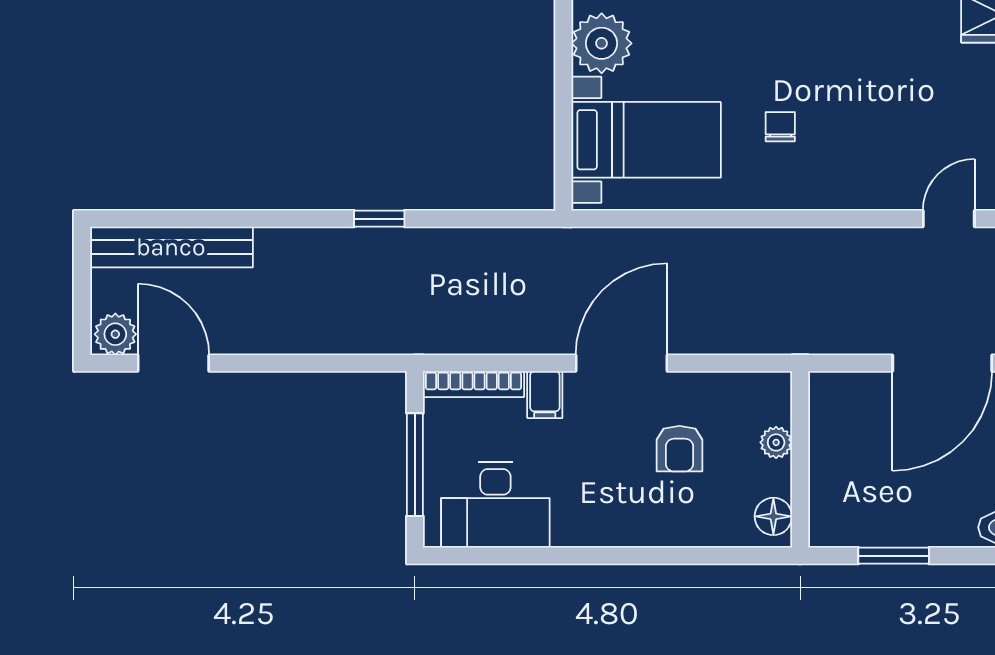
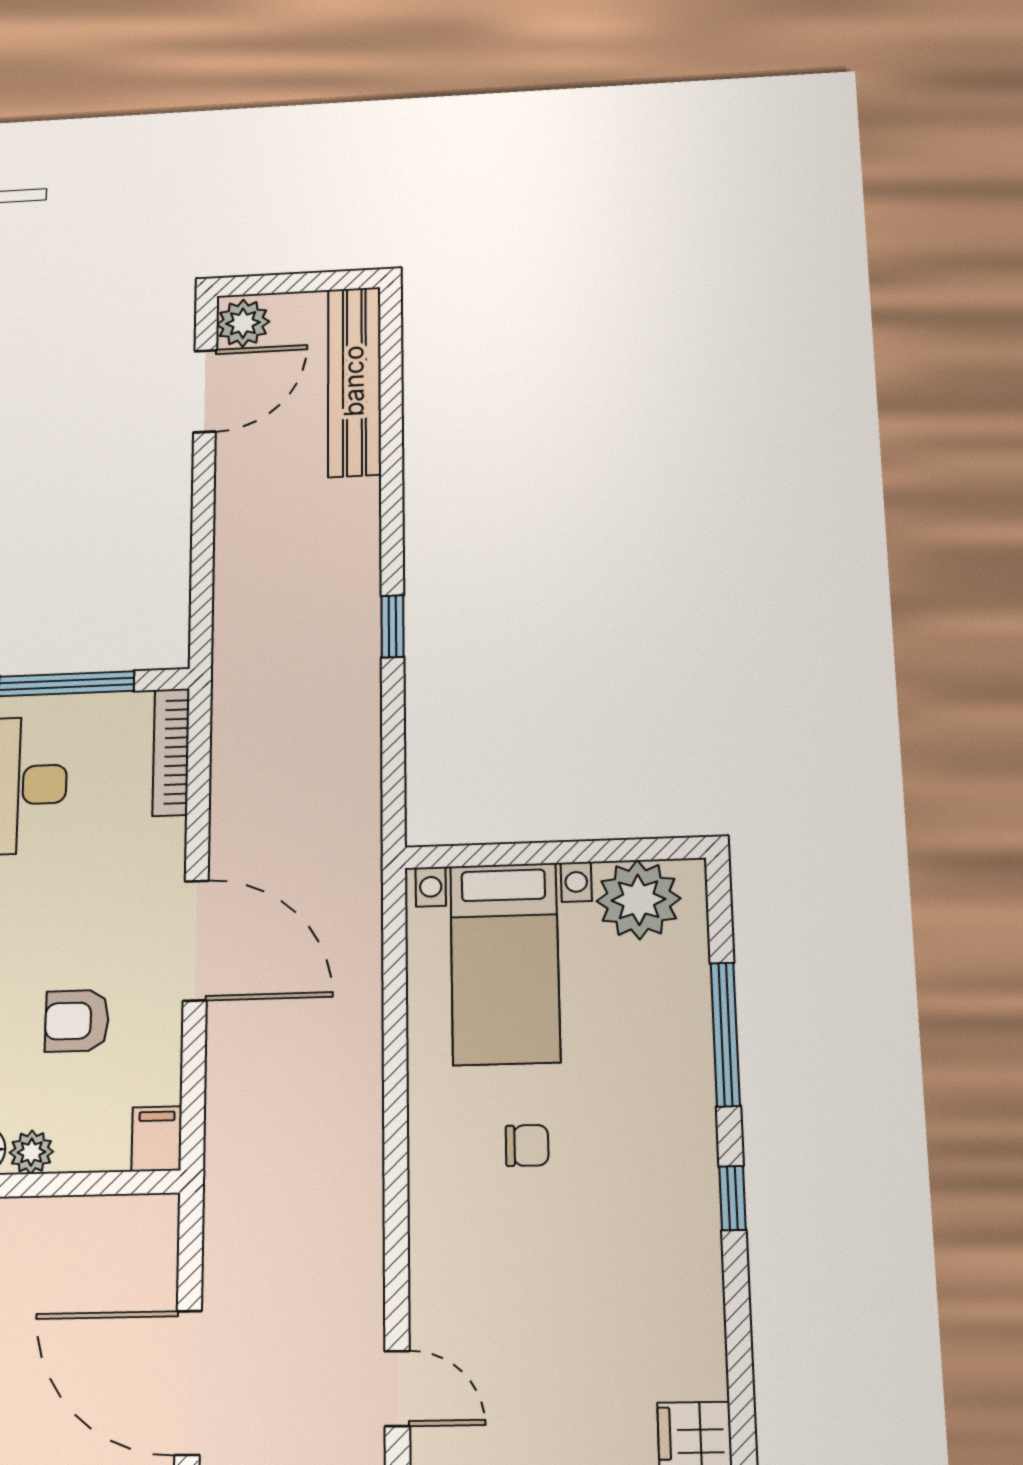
filing cabinet: (545, 395) -> (157, 1139), moved, turned 90
plant: (776, 442) -> (31, 1152), moved

